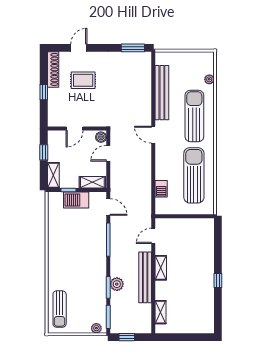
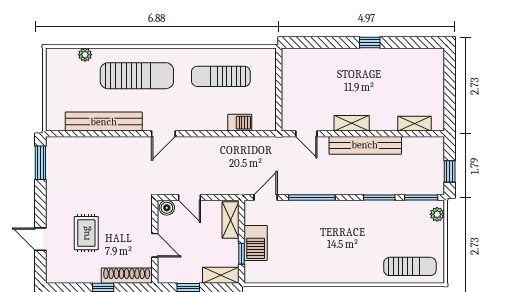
shoe rack: (53, 69) -> (127, 276), moved
sun lounger: (194, 116) -> (137, 76), turned 180
sun lounger: (194, 175) -> (221, 76), width x0.73, depth x0.75
plant: (117, 284) -> (375, 185), removed

